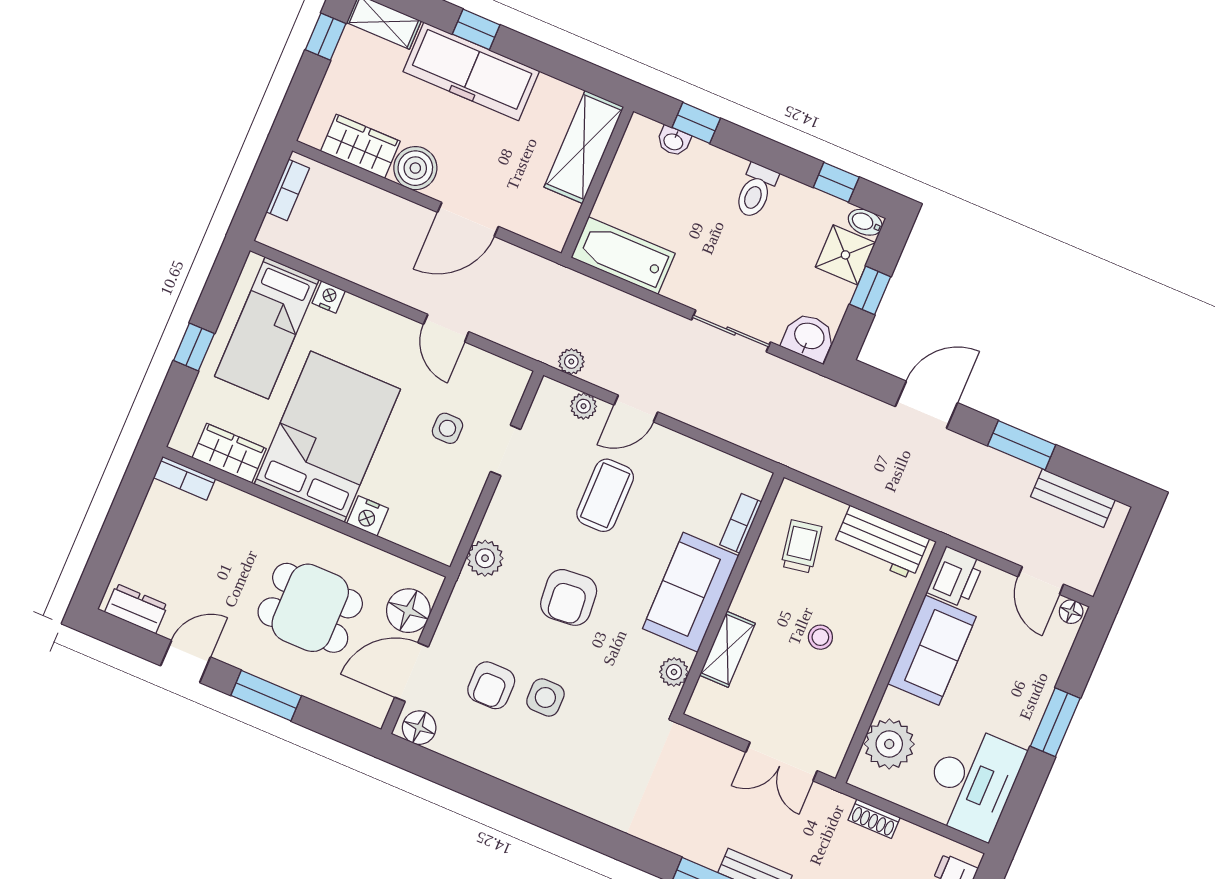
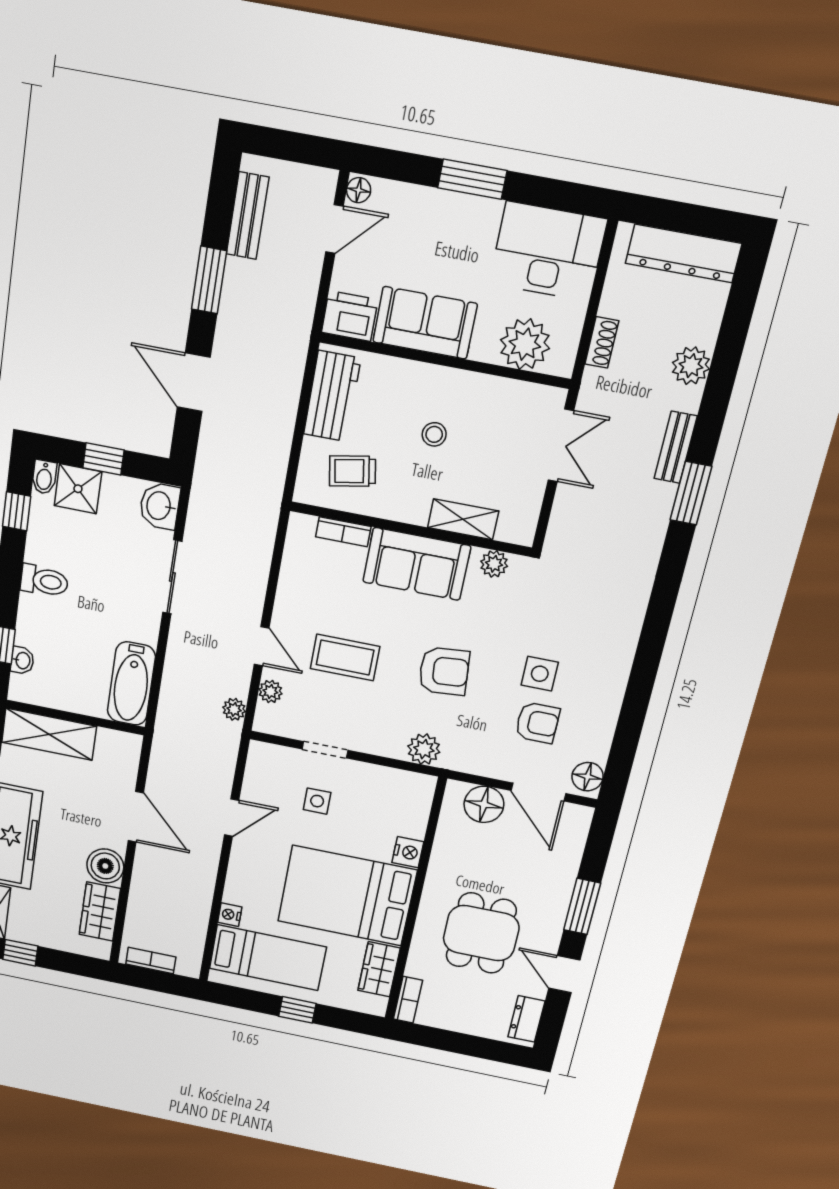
dining table: (310, 608) -> (481, 933), moved

